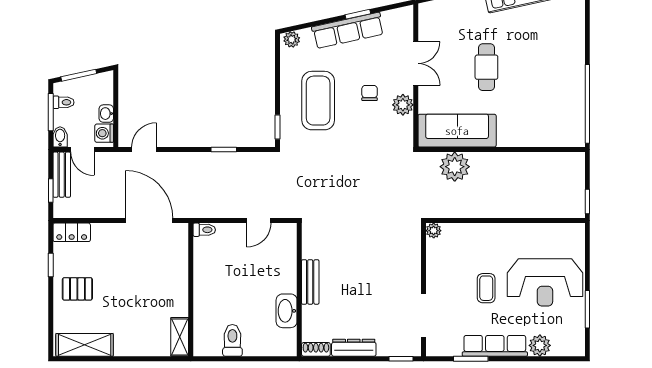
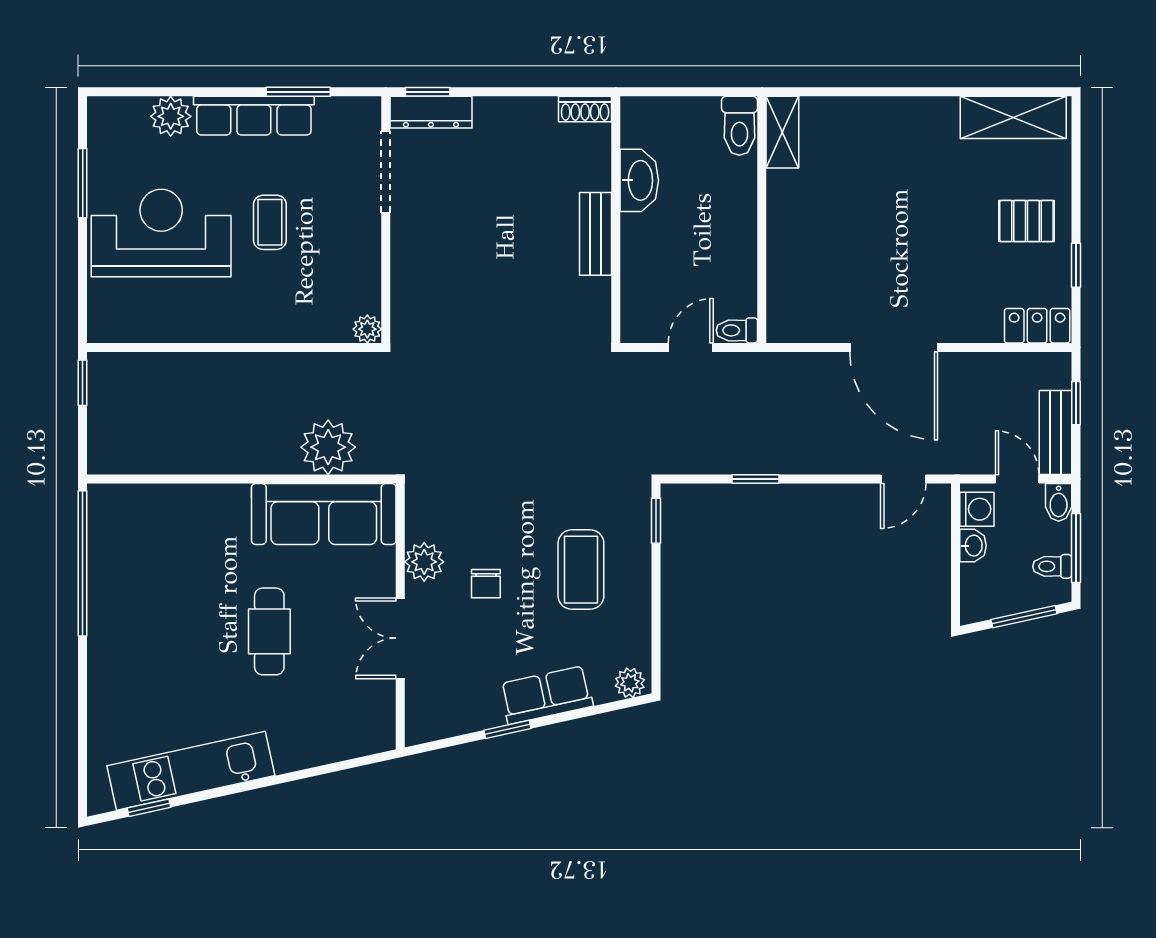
row of seats: (348, 30) -> (546, 695), width x0.68
coffee table: (318, 101) -> (581, 570), width x0.73, depth x0.76
toilet: (204, 230) -> (737, 330), moved
wall: (191, 290) -> (762, 220), moved
shelving: (180, 337) -> (782, 132), moved
dresser: (354, 348) -> (431, 112), moved

